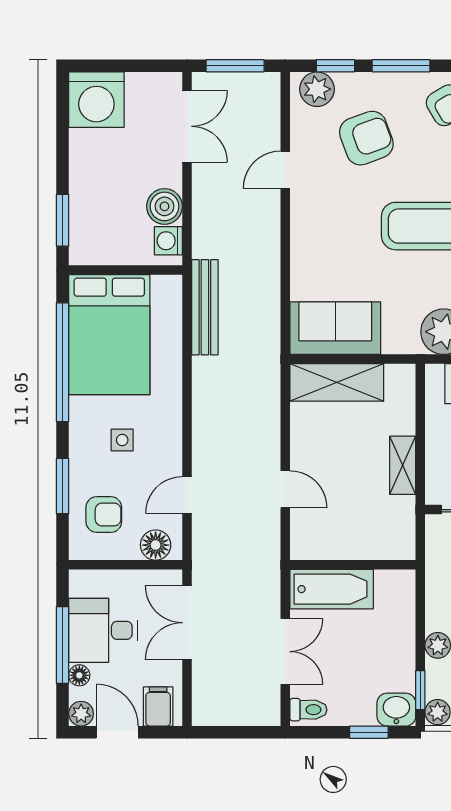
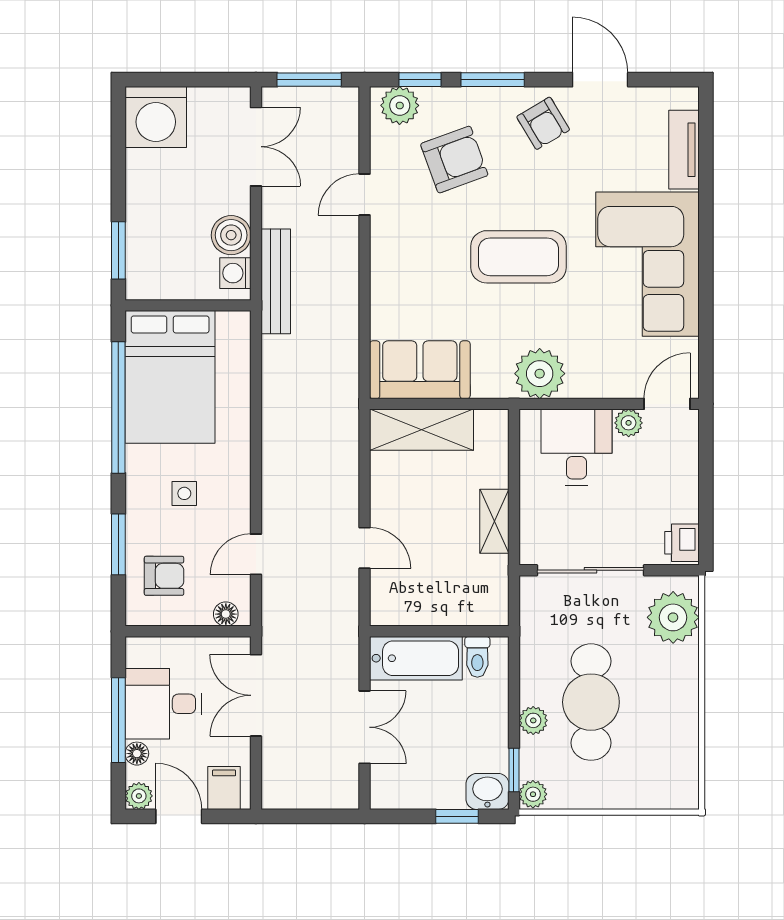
bench: (205, 307) -> (276, 281), moved
floor lamp: (156, 545) -> (226, 614), width x0.73, depth x0.73
toilet: (308, 710) -> (477, 657), moved, turned 90

